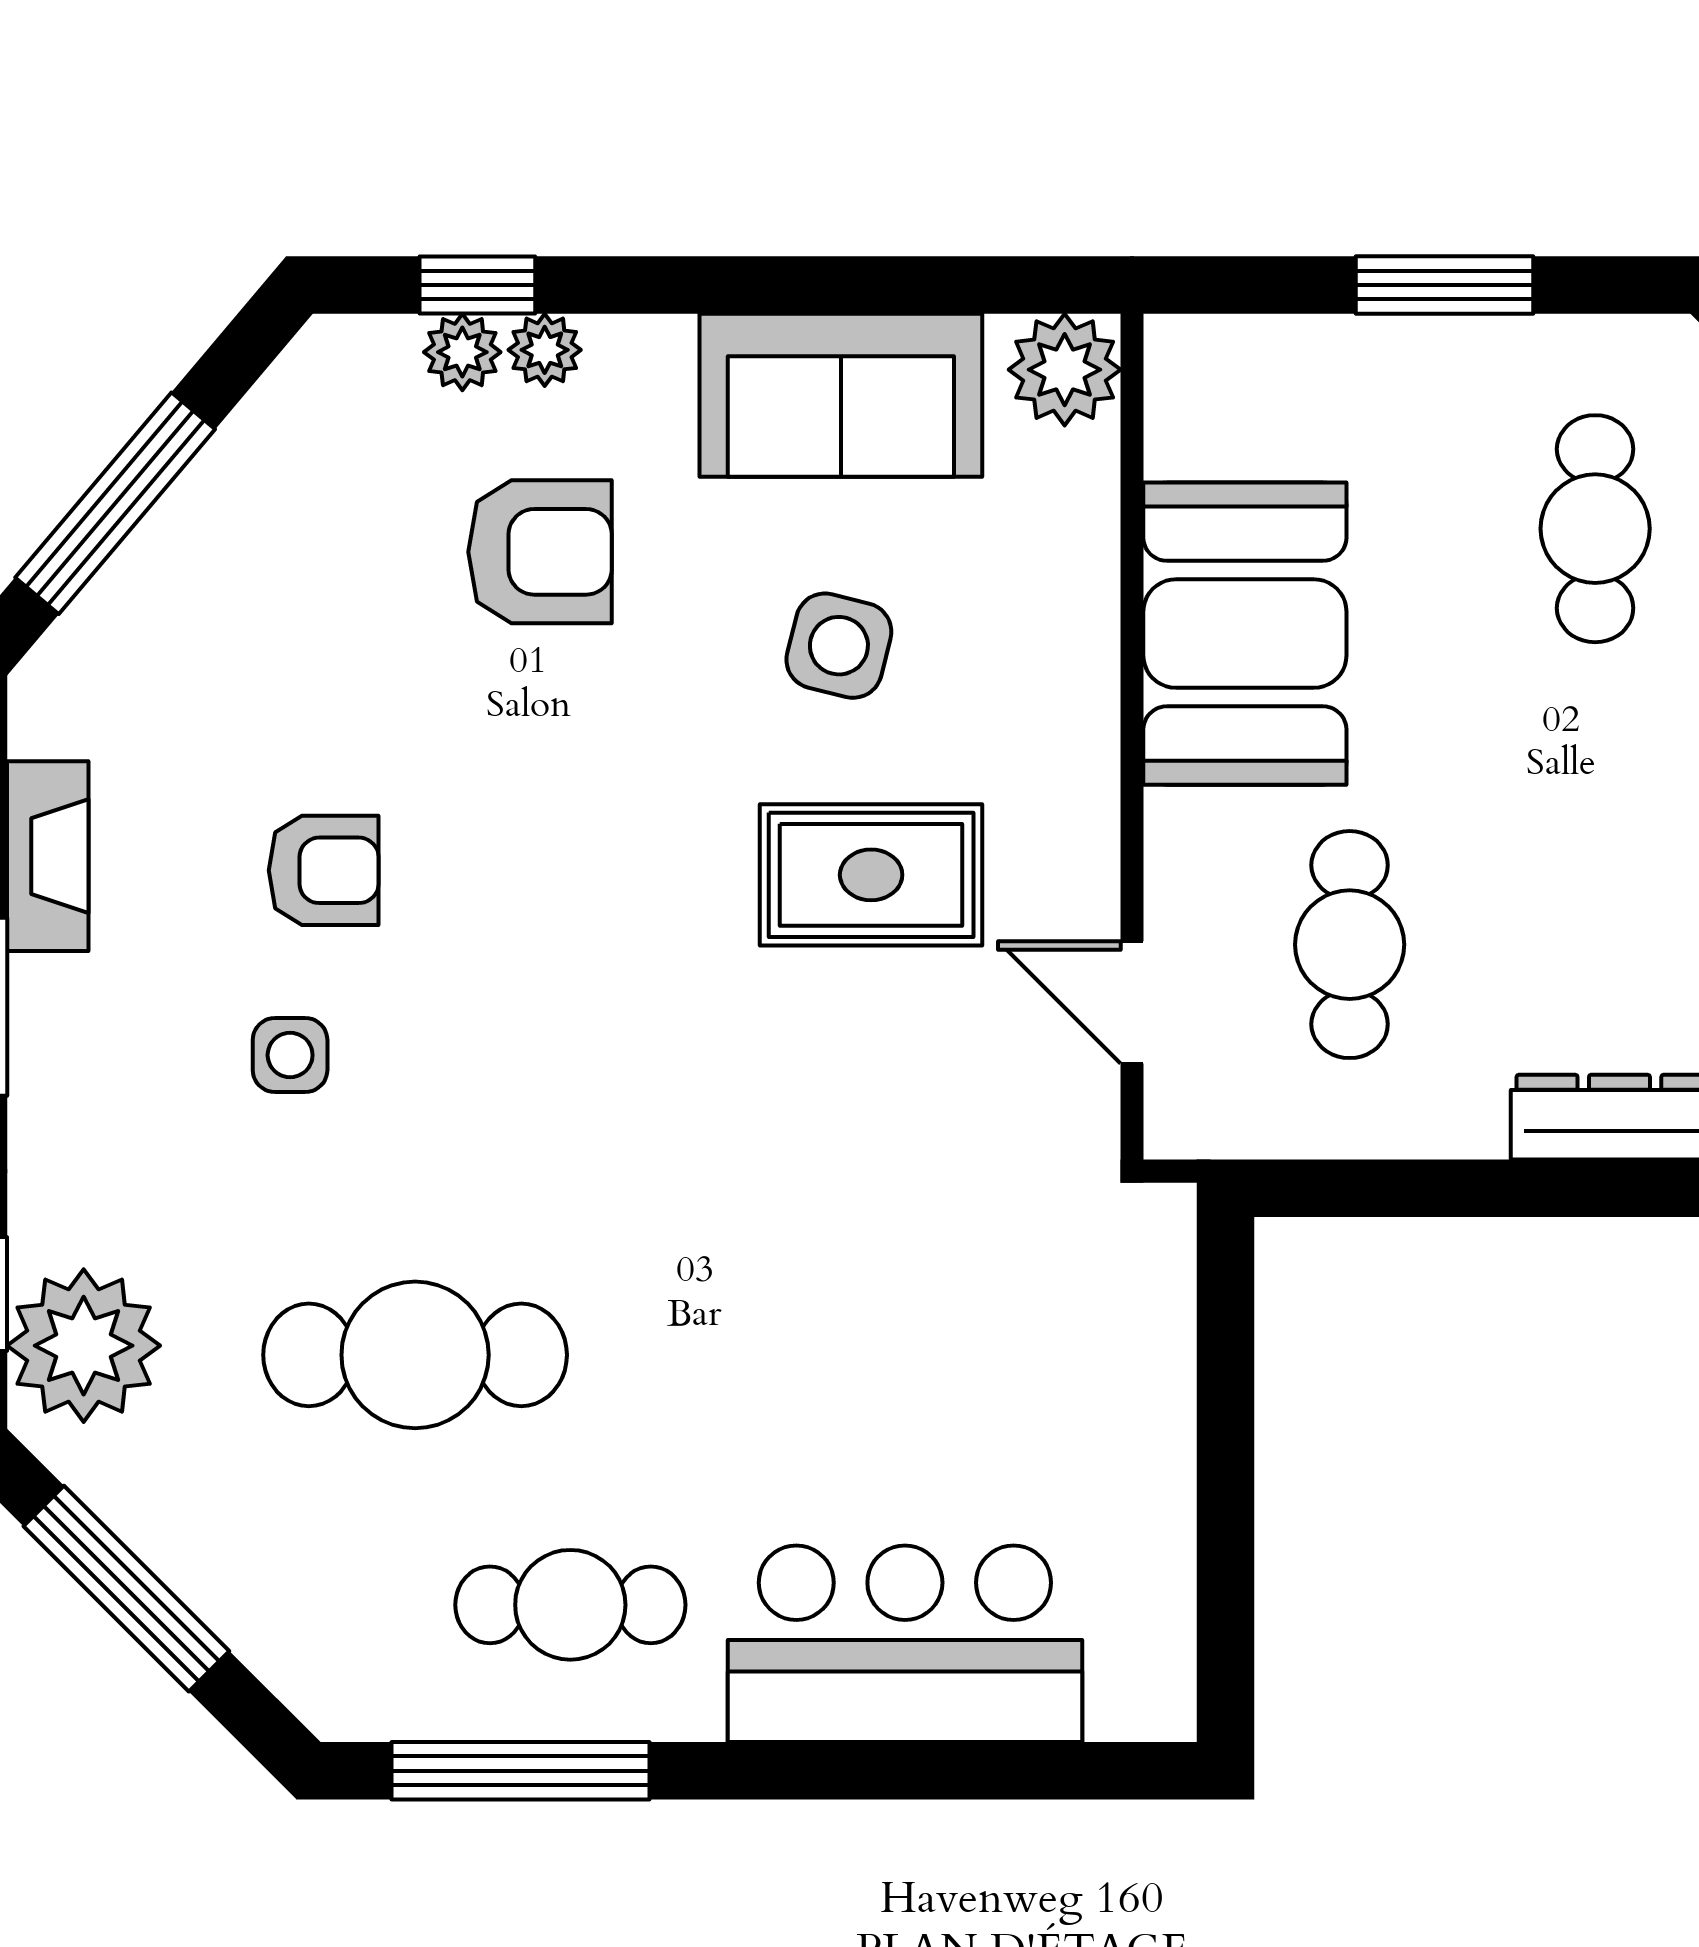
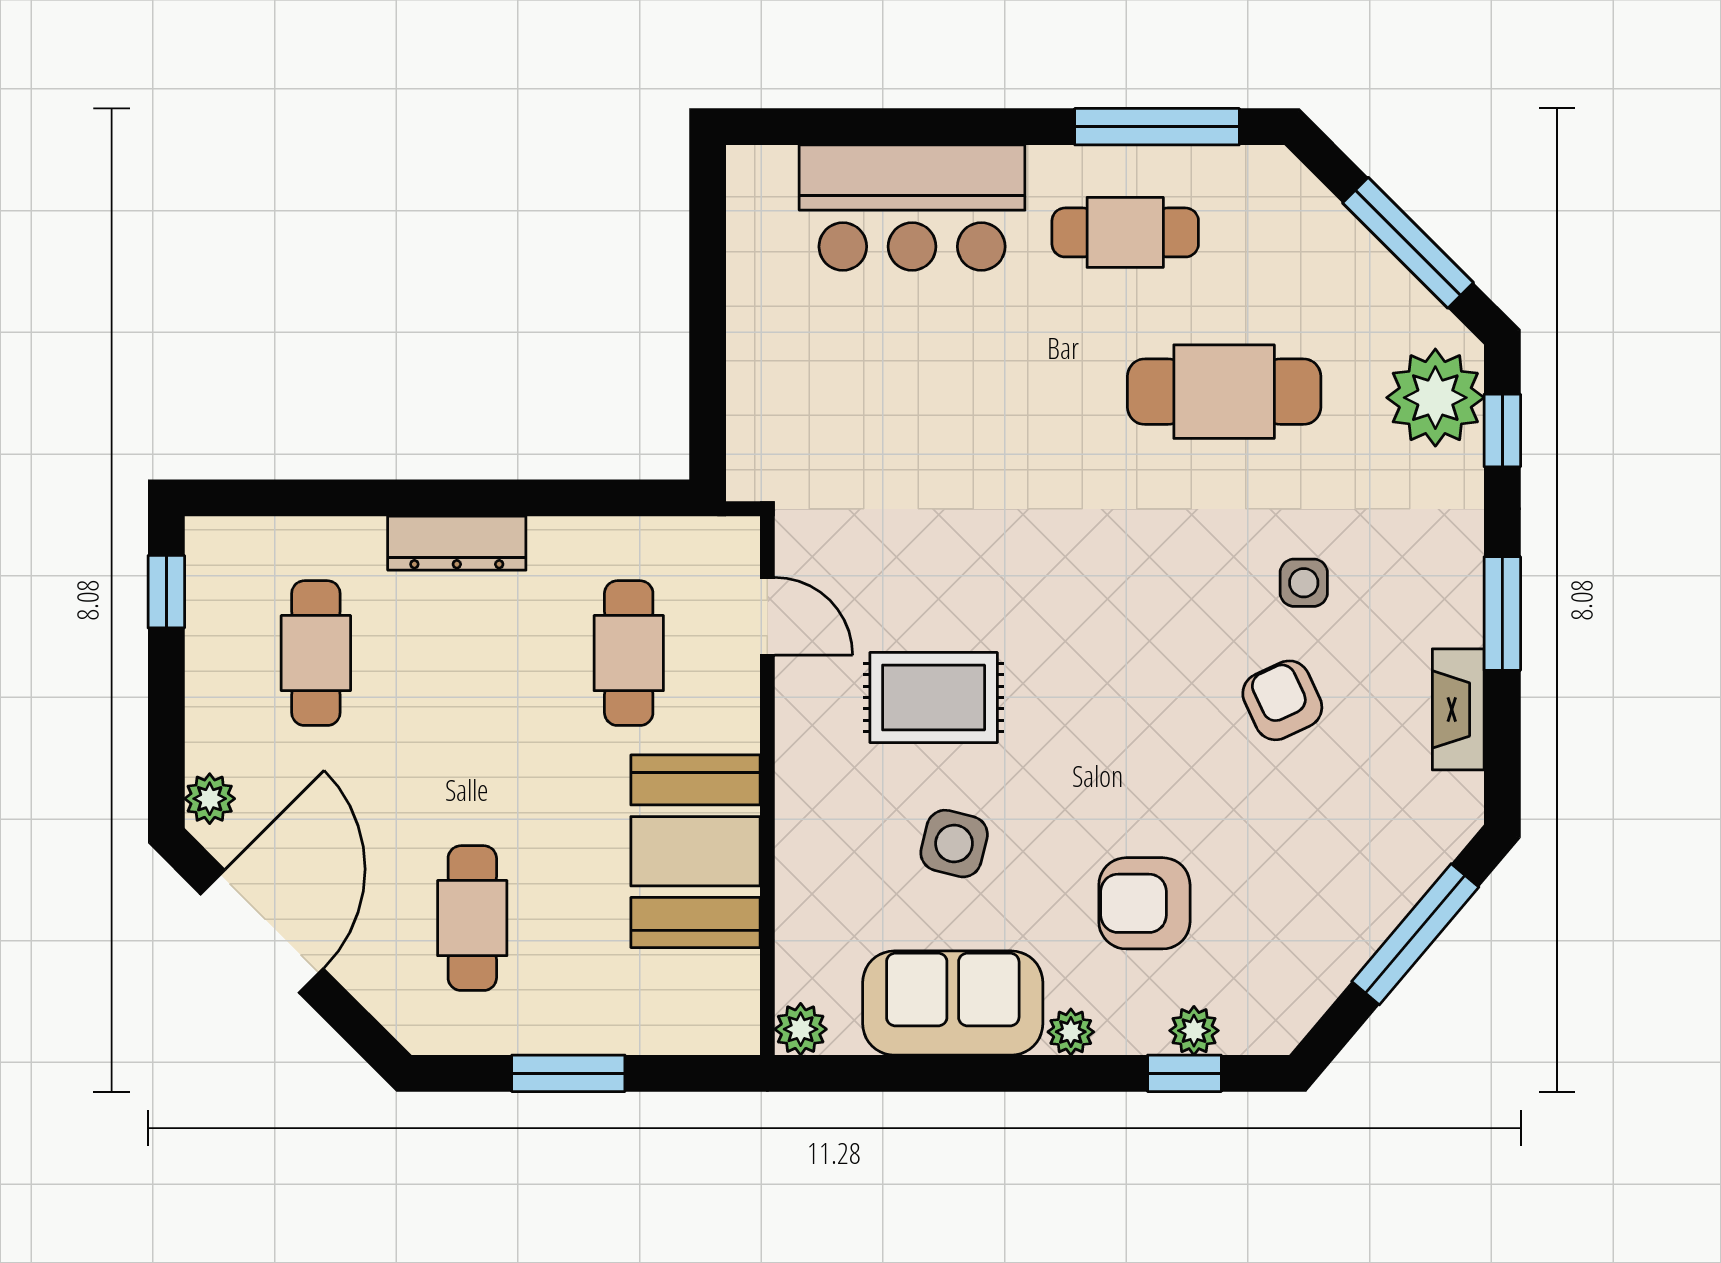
plant: (545, 350) -> (1071, 1032), moved
plant: (1065, 370) -> (801, 1029), width x0.73, depth x0.73
armchair: (324, 870) -> (1282, 700), turned 65

